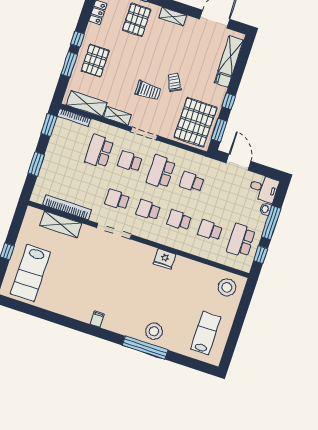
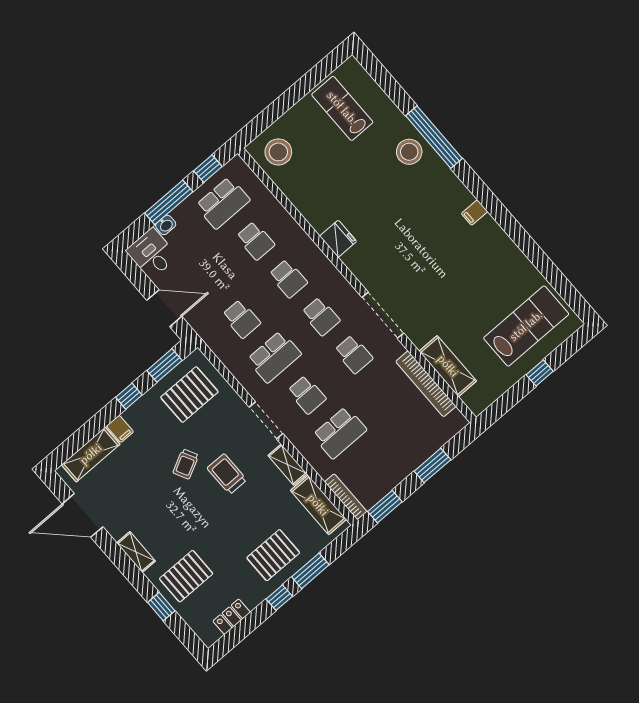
pallet: (196, 122) -> (189, 395), width x0.73, depth x0.71
door: (238, 162) -> (164, 308), swing flipped
lab bench: (206, 333) -> (342, 108), turned 90

